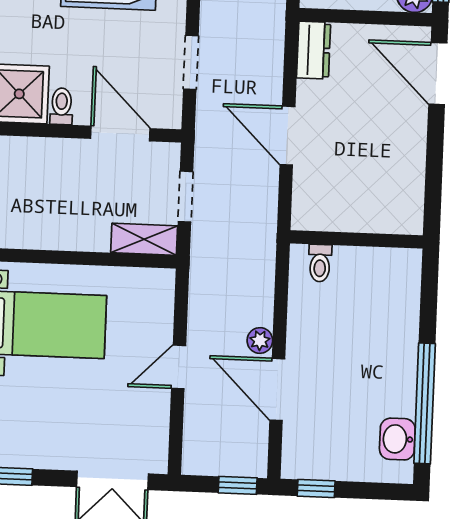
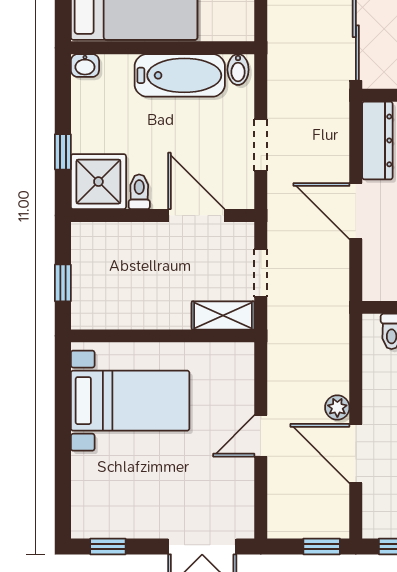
dresser: (314, 50) -> (377, 140), width x1.44

